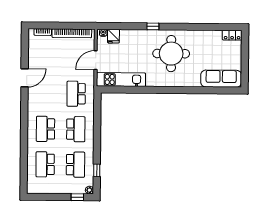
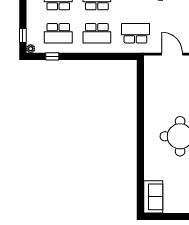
sofa: (221, 79) -> (153, 197), width x0.73
kitchen unit: (121, 80) -> (151, 82), removed

